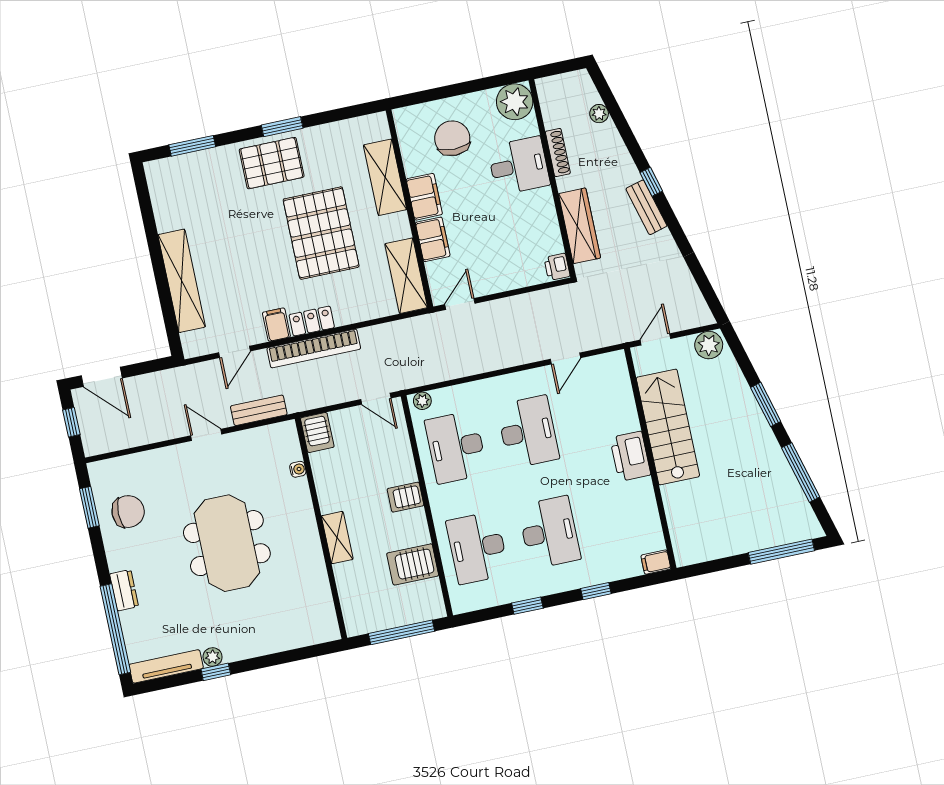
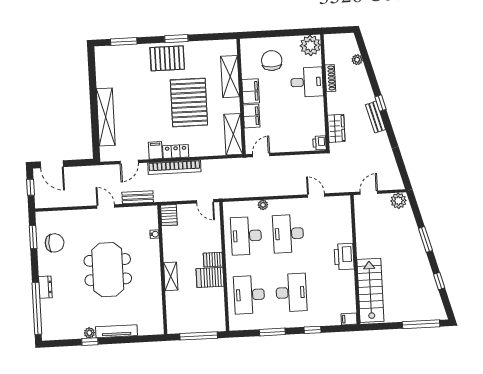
wardrobe: (579, 226) -> (336, 128), width x0.67
door: (565, 358) -> (316, 195), swing flipped
plant: (422, 401) -> (263, 205), moved
stairs: (668, 427) -> (370, 290), moved
desk: (528, 432) -> (288, 234), turned 180
window: (801, 472) -> (439, 281), width x0.46
server rack: (413, 564) -> (210, 277), moved
window: (527, 606) -> (272, 332), width x1.50
tv unit: (166, 666) -> (116, 331), moved

